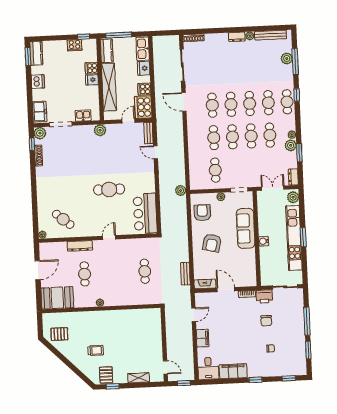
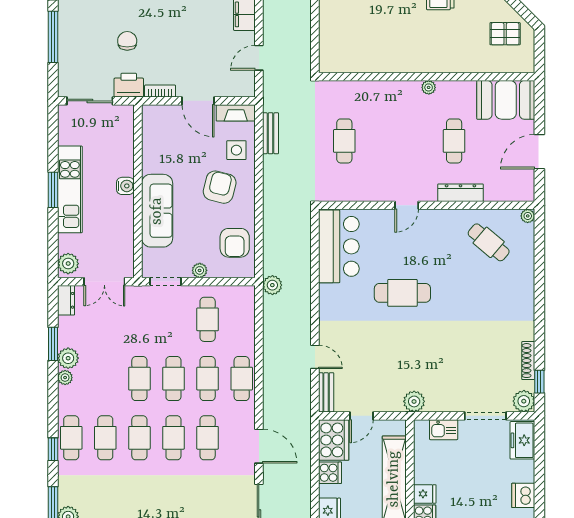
cafe table: (270, 135) -> (242, 379), moved
kitchen unit: (294, 238) -> (70, 189), width x0.73
side table: (204, 264) -> (236, 150), added

